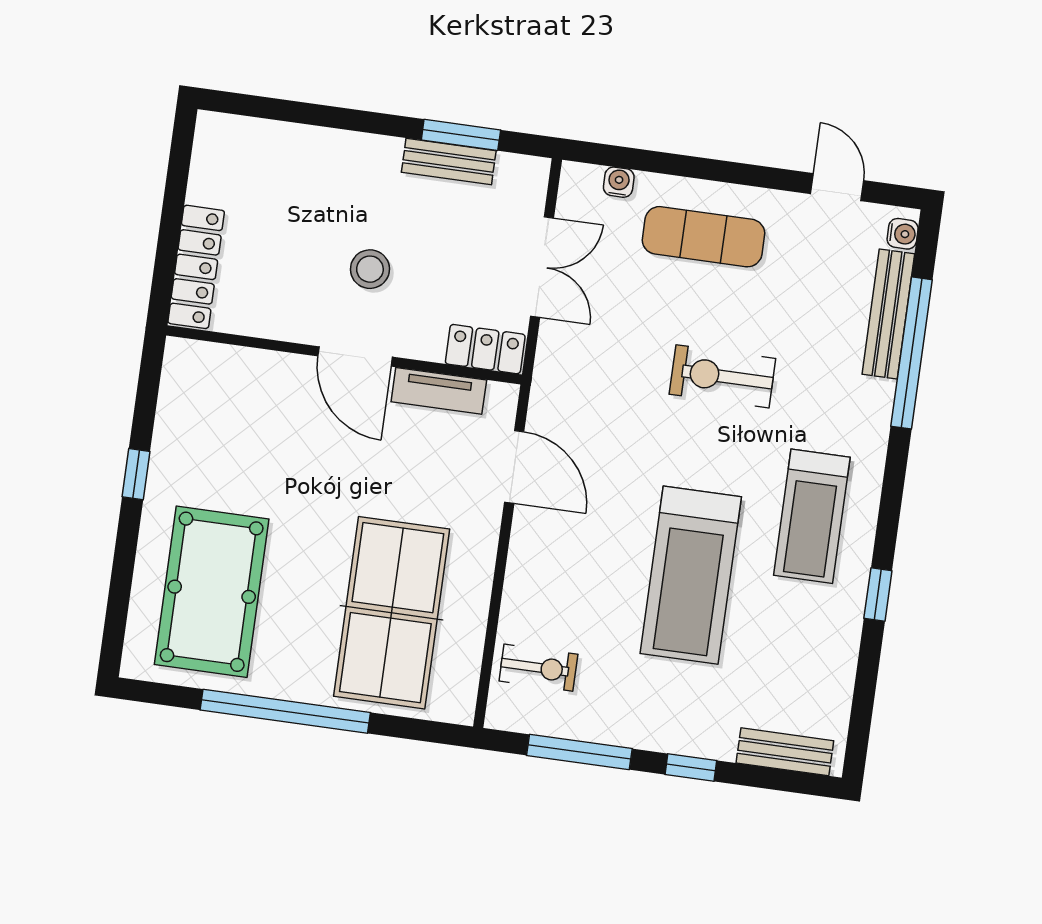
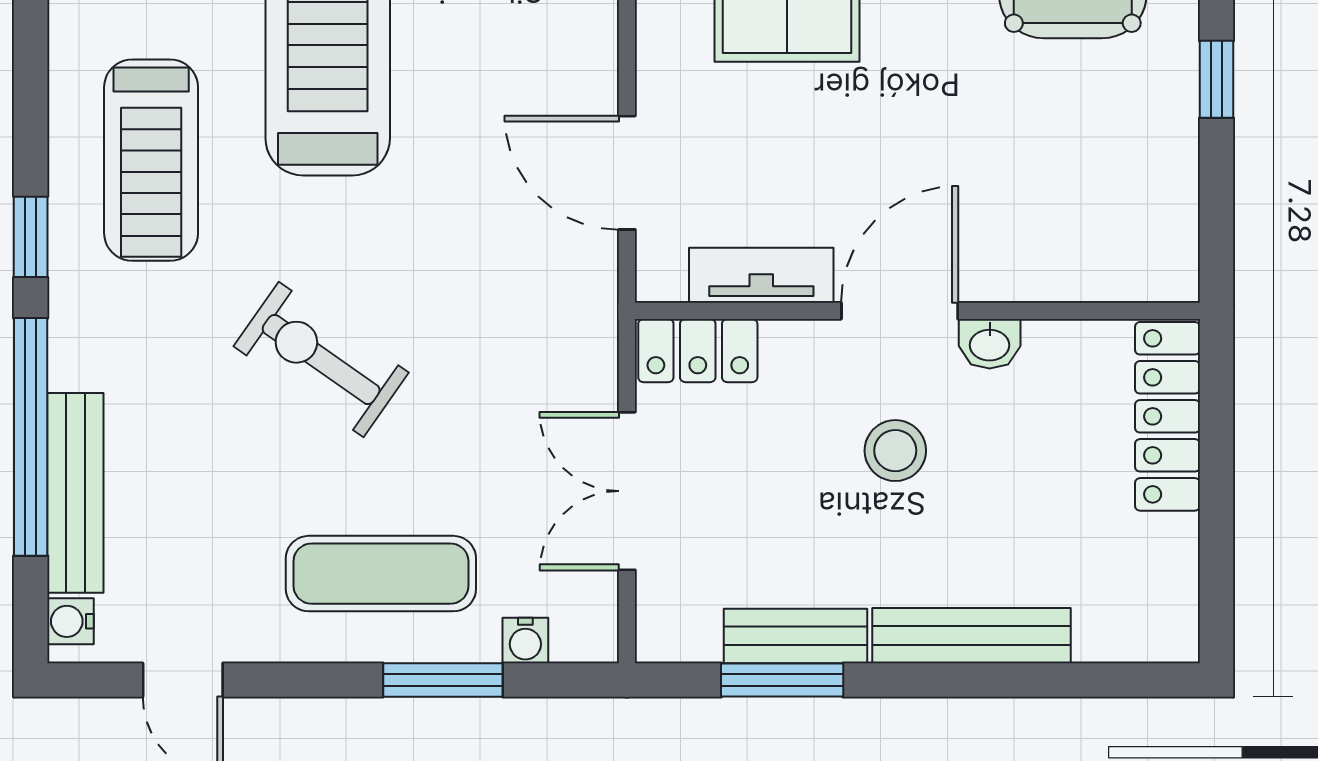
bench: (338, 146) -> (971, 636), added
window: (674, 165) -> (443, 680), added
washbasin: (302, 328) -> (990, 344), added
door: (355, 356) -> (900, 311), hinge flipped
exercise bike: (722, 376) -> (321, 359), turned -145
treadmill: (812, 516) -> (151, 160), turned 180
window: (878, 595) -> (31, 237), moved

